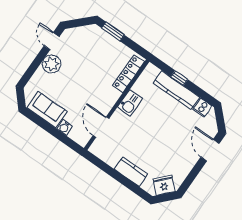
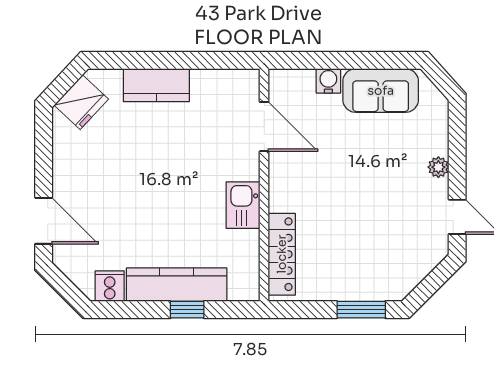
plant: (51, 64) -> (438, 167), width x0.53, depth x0.53

